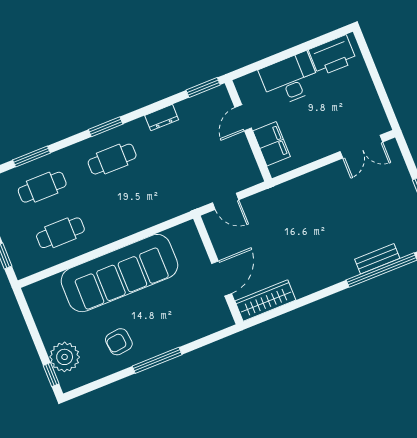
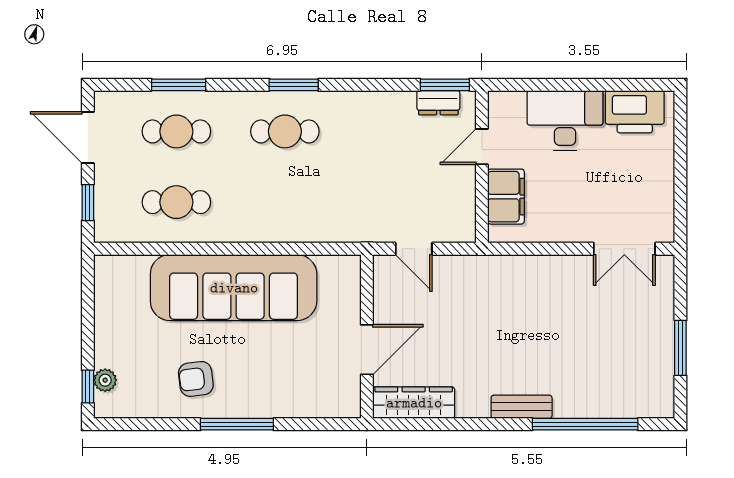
dresser: (162, 118) -> (438, 103), moved
bench: (377, 259) -> (522, 407), moved
plant: (65, 357) -> (105, 380), width x0.53, depth x0.53

